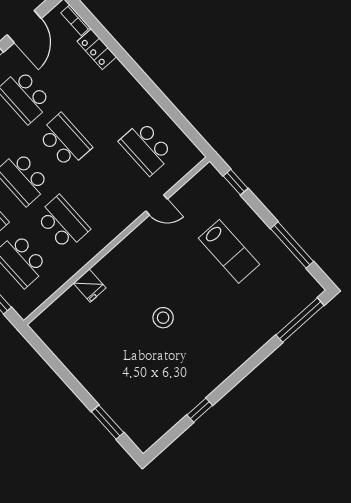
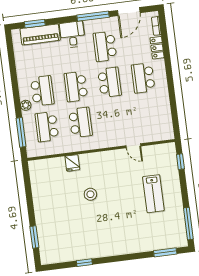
school desk: (146, 148) -> (143, 78), moved
window: (292, 245) -> (188, 224), moved
stool: (163, 318) -> (90, 194), moved
window: (300, 320) -> (165, 252), width x0.69

